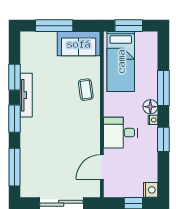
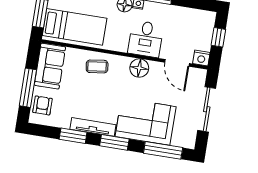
armchair: (39, 43) -> (42, 105), added
floor lamp: (91, 131) -> (139, 68), added
corner sofa: (40, 146) -> (146, 122), added
nightstand: (151, 190) -> (201, 58), moved, turned 180

